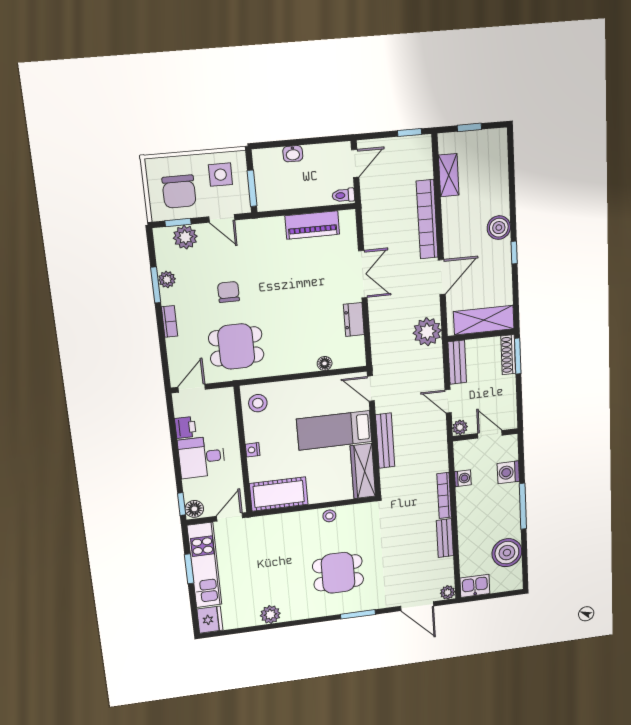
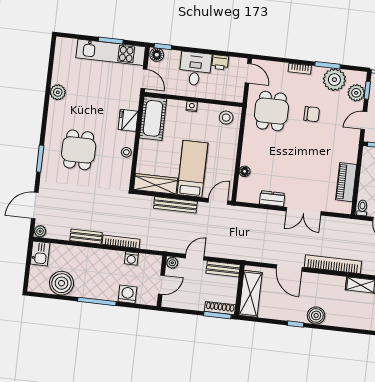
plant: (167, 279) -> (334, 80), width x1.88, depth x1.88
plant: (427, 332) -> (251, 250), removed
fridge: (210, 620) -> (128, 120), moved, turned 90

